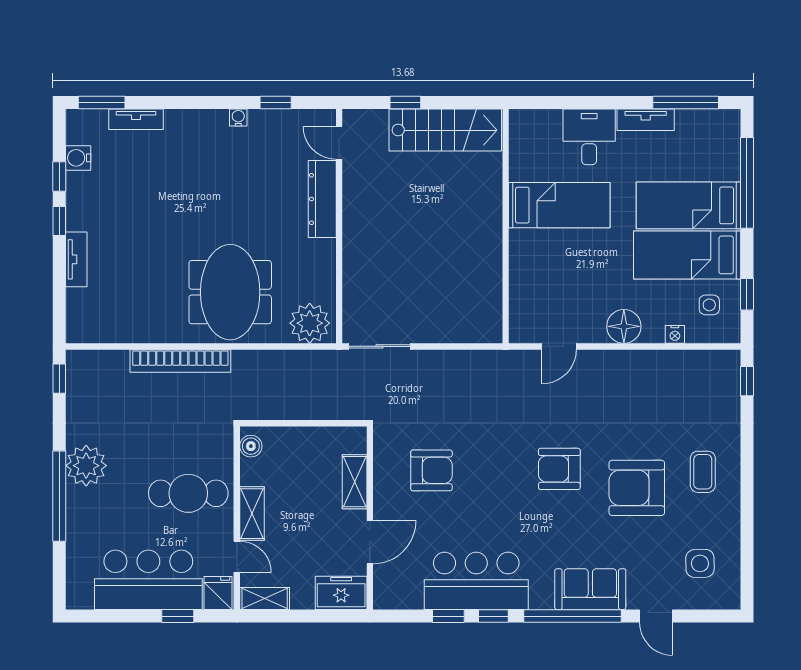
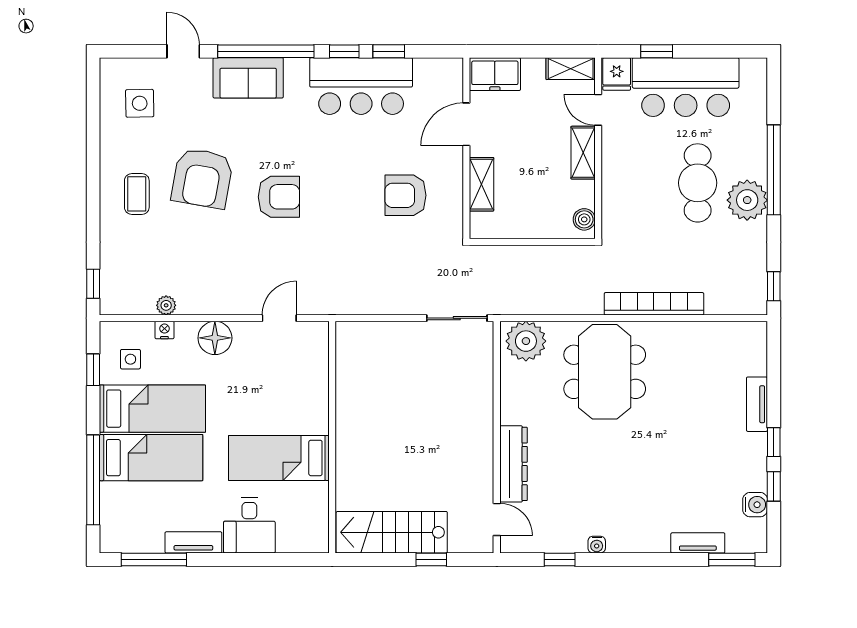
plant: (673, 359) -> (166, 305), added
armchair: (637, 488) -> (202, 178), turned 100
cafe table: (188, 493) -> (698, 183), moved, turned 90

